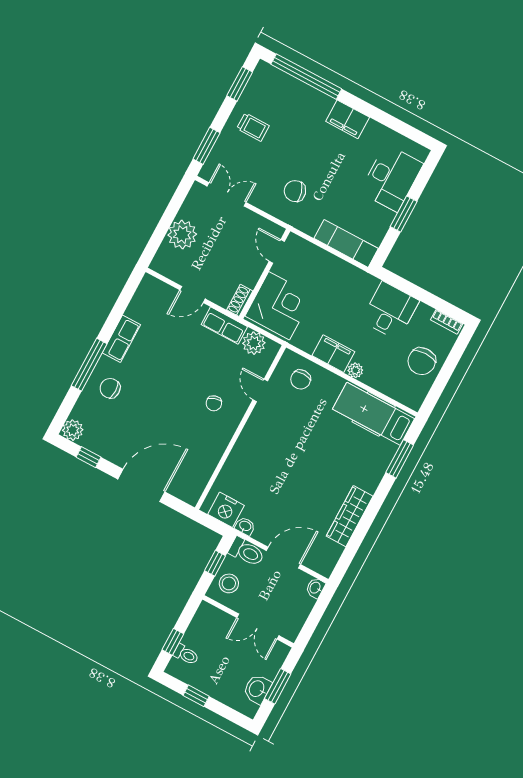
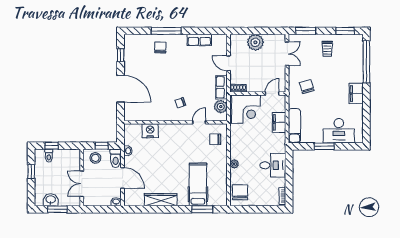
row of seats: (121, 339) -> (199, 40), moved
filing cabinet: (333, 354) -> (279, 122), moved, turned 180
chair: (422, 361) -> (240, 192), moved, turned 90
hospital bed: (374, 414) -> (198, 184), moved
plant: (73, 430) -> (130, 40), removed
nightstand: (226, 510) -> (150, 131), moved, turned 90

